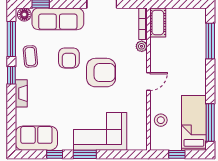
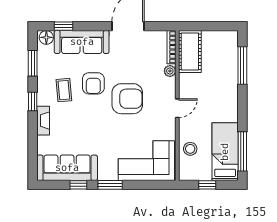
cot: (158, 22) -> (190, 52), width x1.37, depth x1.34
window: (11, 39) -> (33, 63), width x0.69
coffee table: (30, 56) -> (64, 90), moved
corner sofa: (100, 131) -> (146, 161), moved
sofa: (36, 138) -> (67, 168), width x1.36

